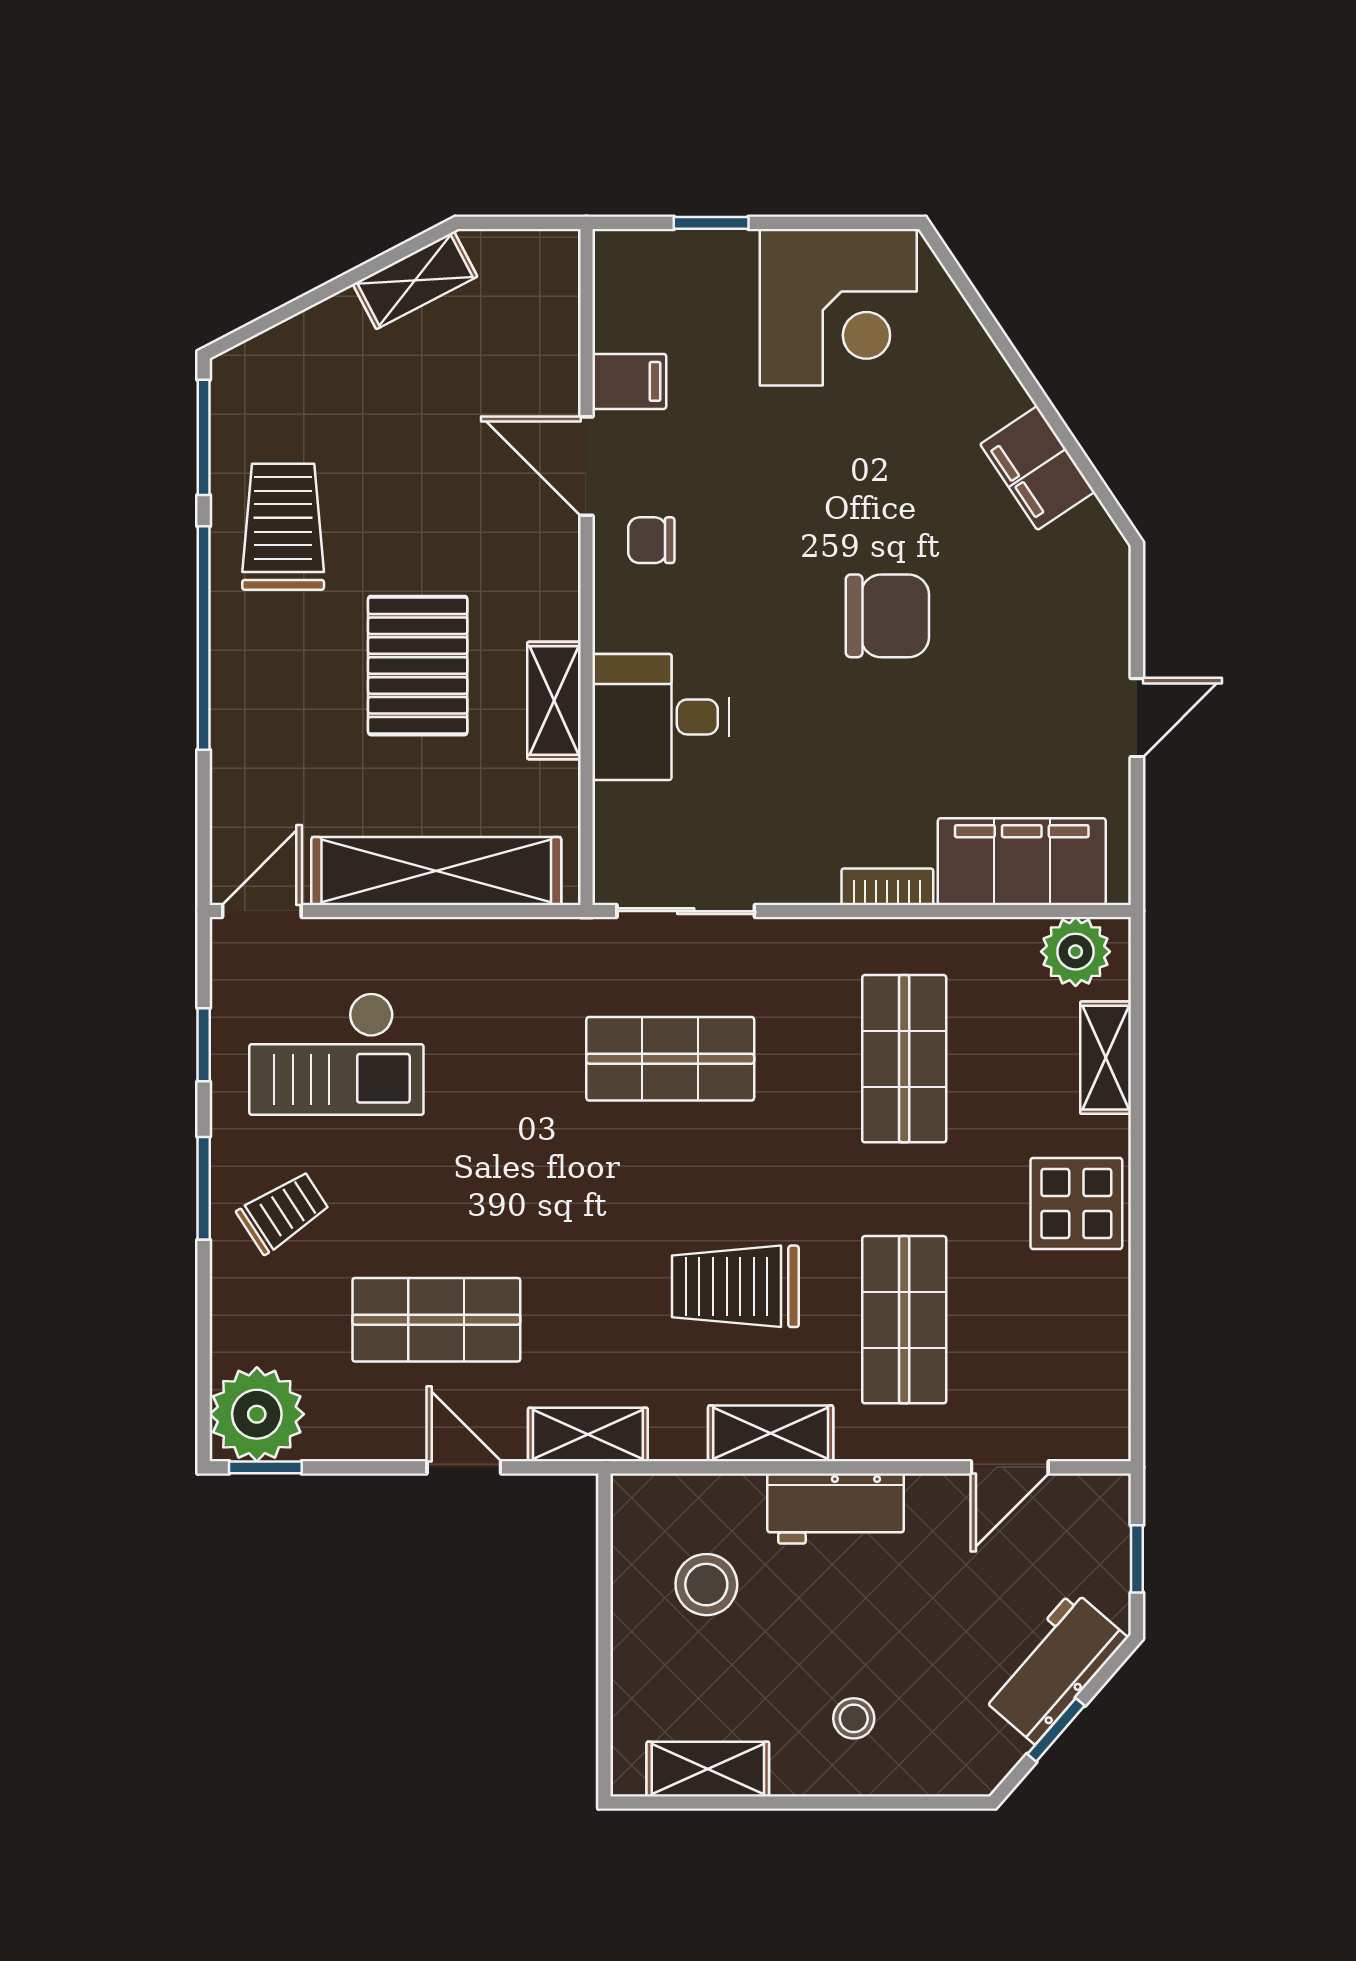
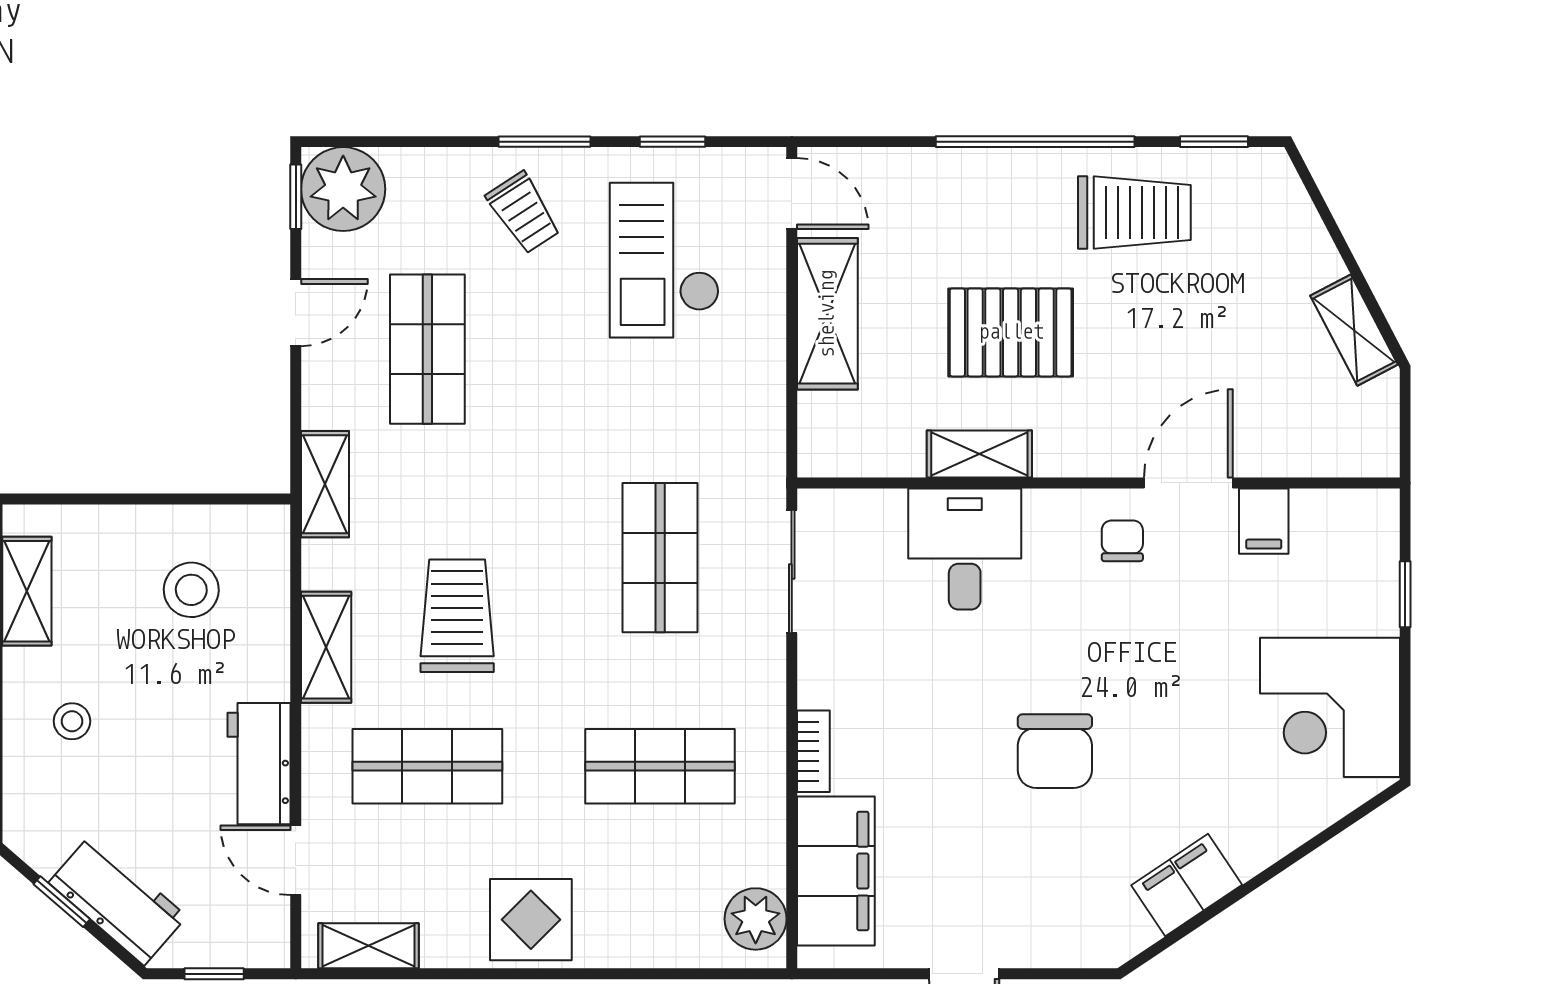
window: (204, 437) -> (1214, 142), width x0.67
shelving: (436, 871) -> (827, 314), width x0.68
shelving: (1106, 1058) -> (369, 946), moved
door: (464, 1467) -> (296, 313), moved
workbench: (836, 1509) -> (259, 764), moved

